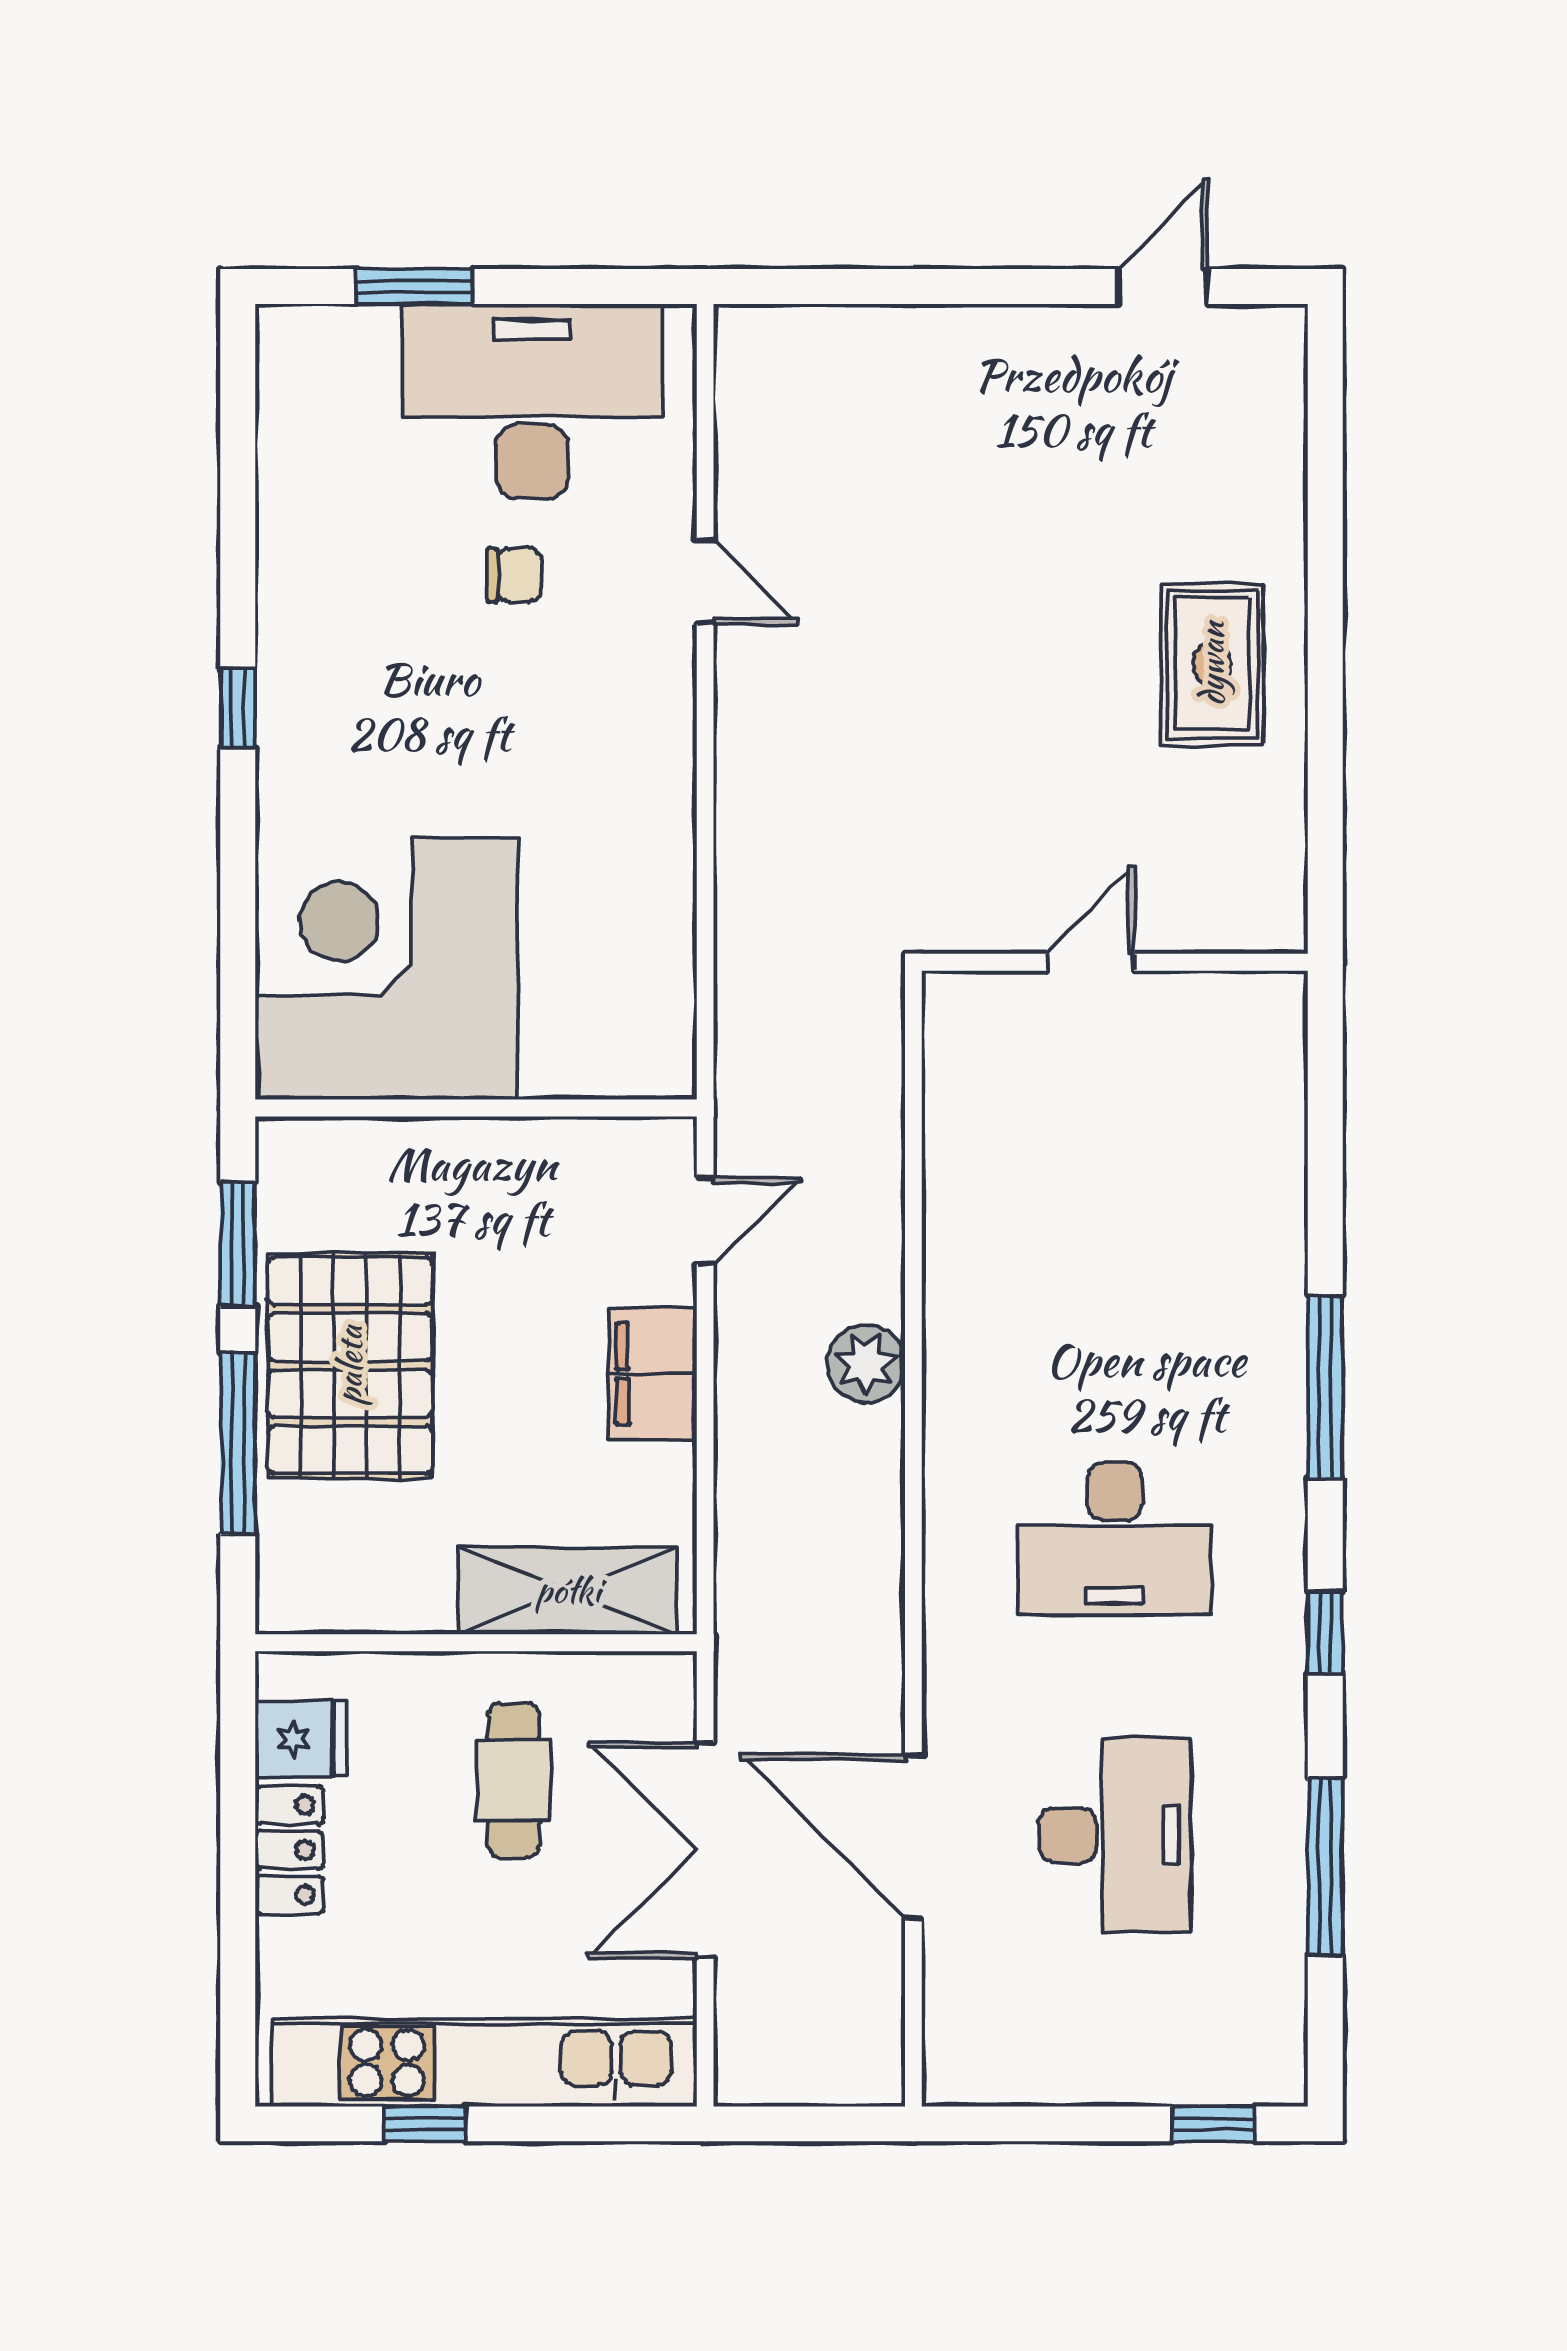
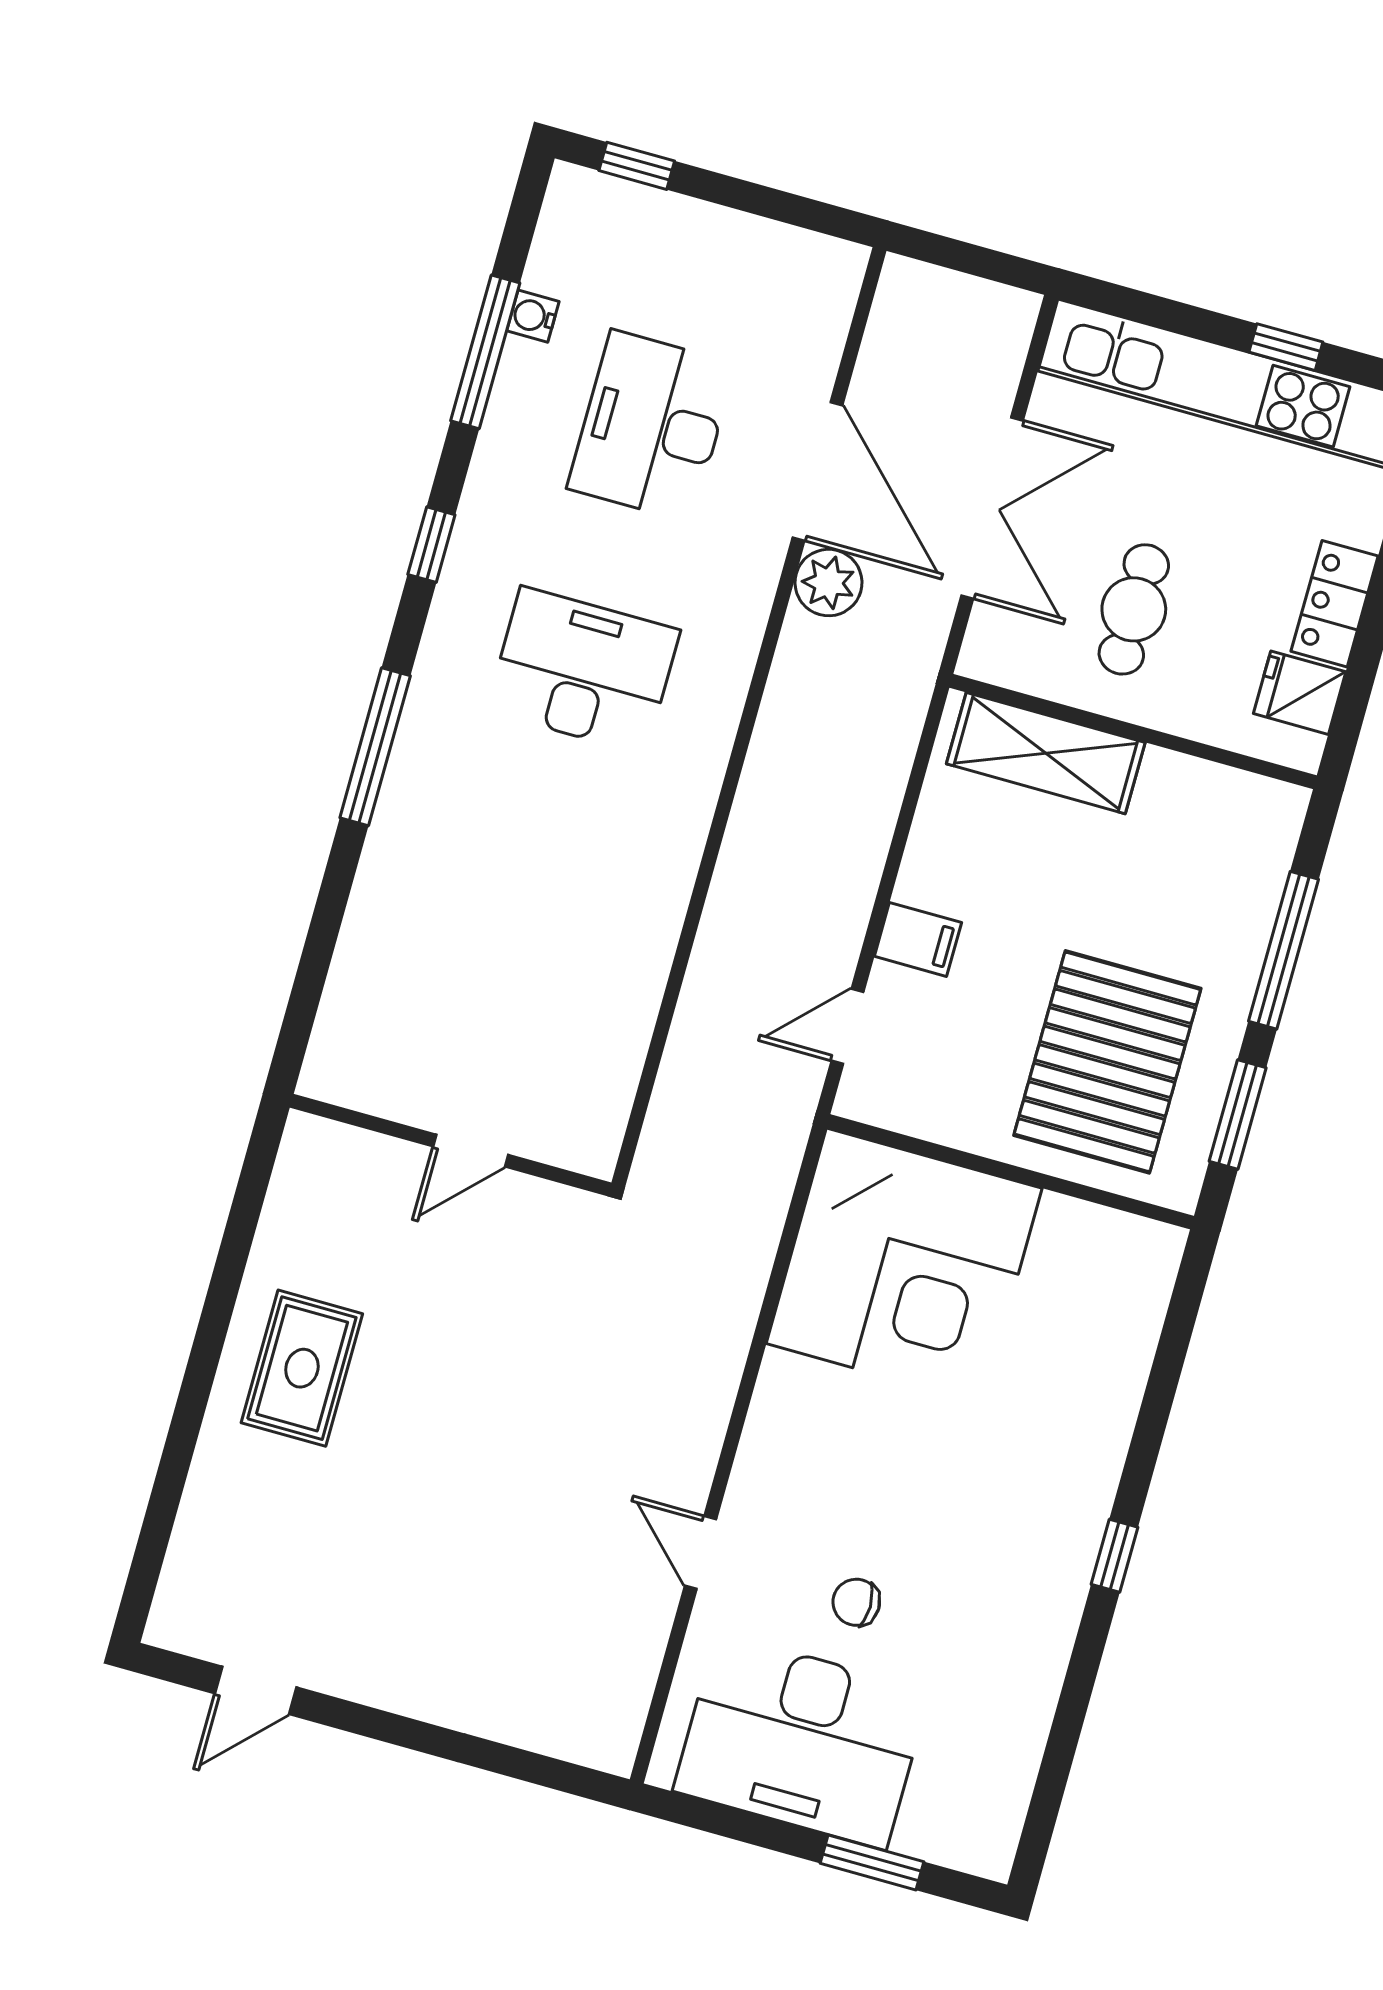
corner desk: (386, 969) -> (904, 1266), moved
plant: (866, 1364) -> (828, 583), moved
pallet: (350, 1365) -> (1107, 1062), moved
filing cabinet: (653, 1374) -> (918, 939), width x0.50
water cooler: (1283, 1922) -> (533, 316), added

